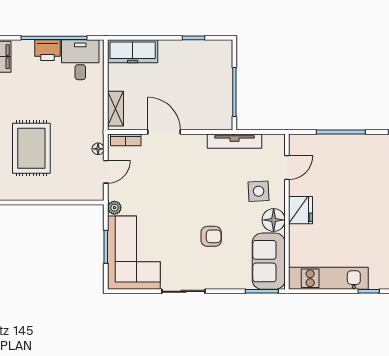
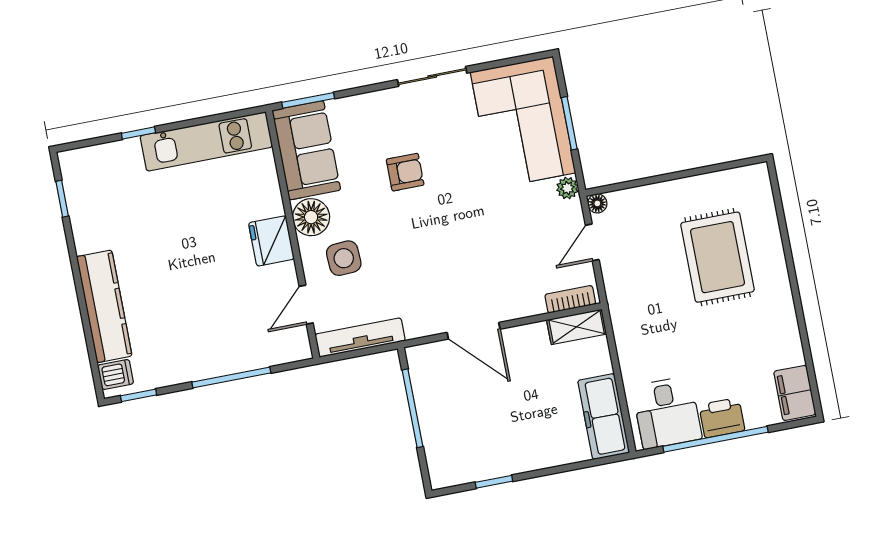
freezer: (133, 51) -> (604, 417), moved, turned -90
shelving: (115, 109) -> (577, 327), moved, turned 90
door: (164, 132) -> (474, 331), moved
tv unit: (234, 141) -> (360, 338), moved
floor lamp: (98, 149) -> (597, 203), moved
armchair: (211, 236) -> (405, 172), turned 180

